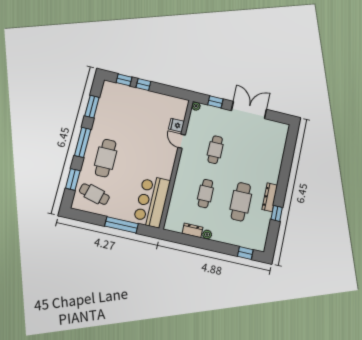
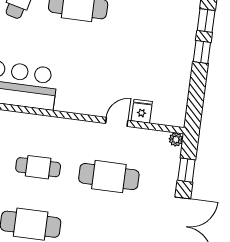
cafe table: (215, 150) -> (109, 177), width x1.37, depth x1.35

